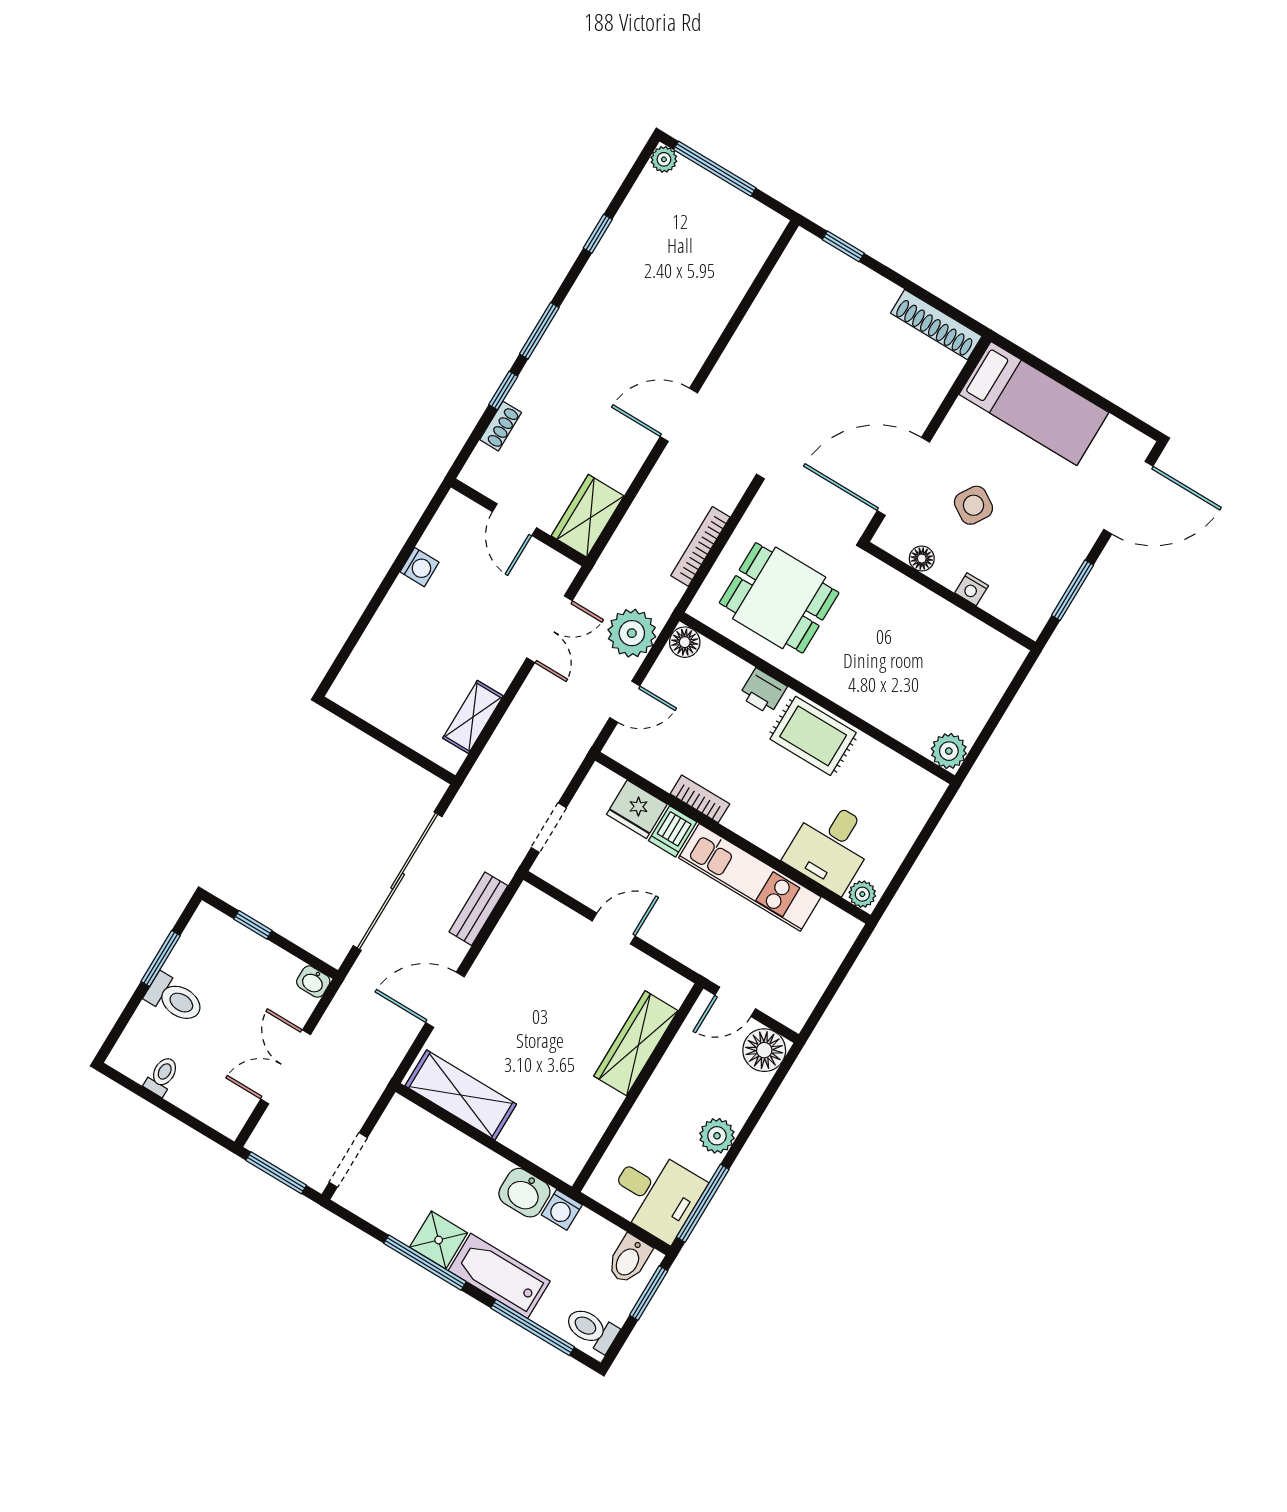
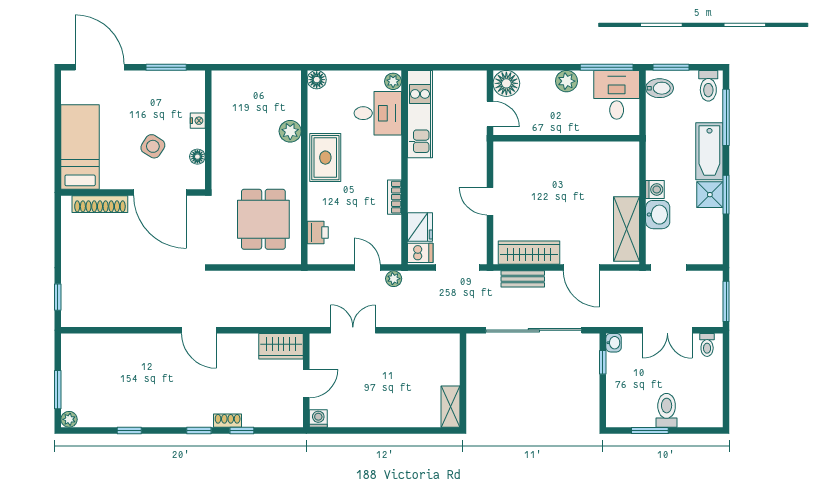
window: (715, 169) -> (58, 390), width x0.69
shoe rack: (936, 325) -> (100, 204), moved, turned 90
window: (539, 331) -> (199, 430), width x0.67
shoe rack: (501, 426) -> (228, 421), moved
bookcase: (700, 546) -> (261, 277), removed
washing machine: (419, 567) -> (318, 418), moved
plant: (632, 633) -> (394, 279), moved, width x0.53, depth x0.53
floor lamp: (685, 642) -> (317, 80), moved
printer: (763, 691) -> (318, 232), moved
shelving: (473, 717) -> (450, 407), moved, turned 90
plant: (949, 751) -> (290, 131), moved
doorway: (549, 828) -> (458, 268), width x1.38
dishwasher: (673, 831) -> (420, 253), moved
kitchen unit: (750, 877) -> (420, 114), moved
window: (253, 925) -> (603, 362), moved
wardrobe: (636, 1043) -> (529, 253), moved, turned 180
toilet: (162, 1076) -> (707, 345), moved, turned -90
doorway: (348, 1160) -> (668, 268), moved
washbasin: (524, 1193) -> (658, 215), moved
washing machine: (562, 1210) -> (655, 189), moved
window: (425, 1263) -> (726, 195), width x0.69

